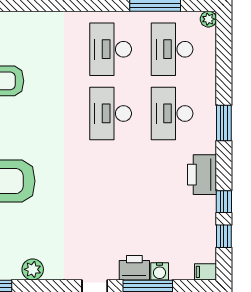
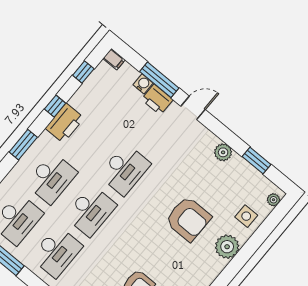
desk: (111, 178) -> (125, 170), added
window: (224, 202) -> (55, 106), moved

